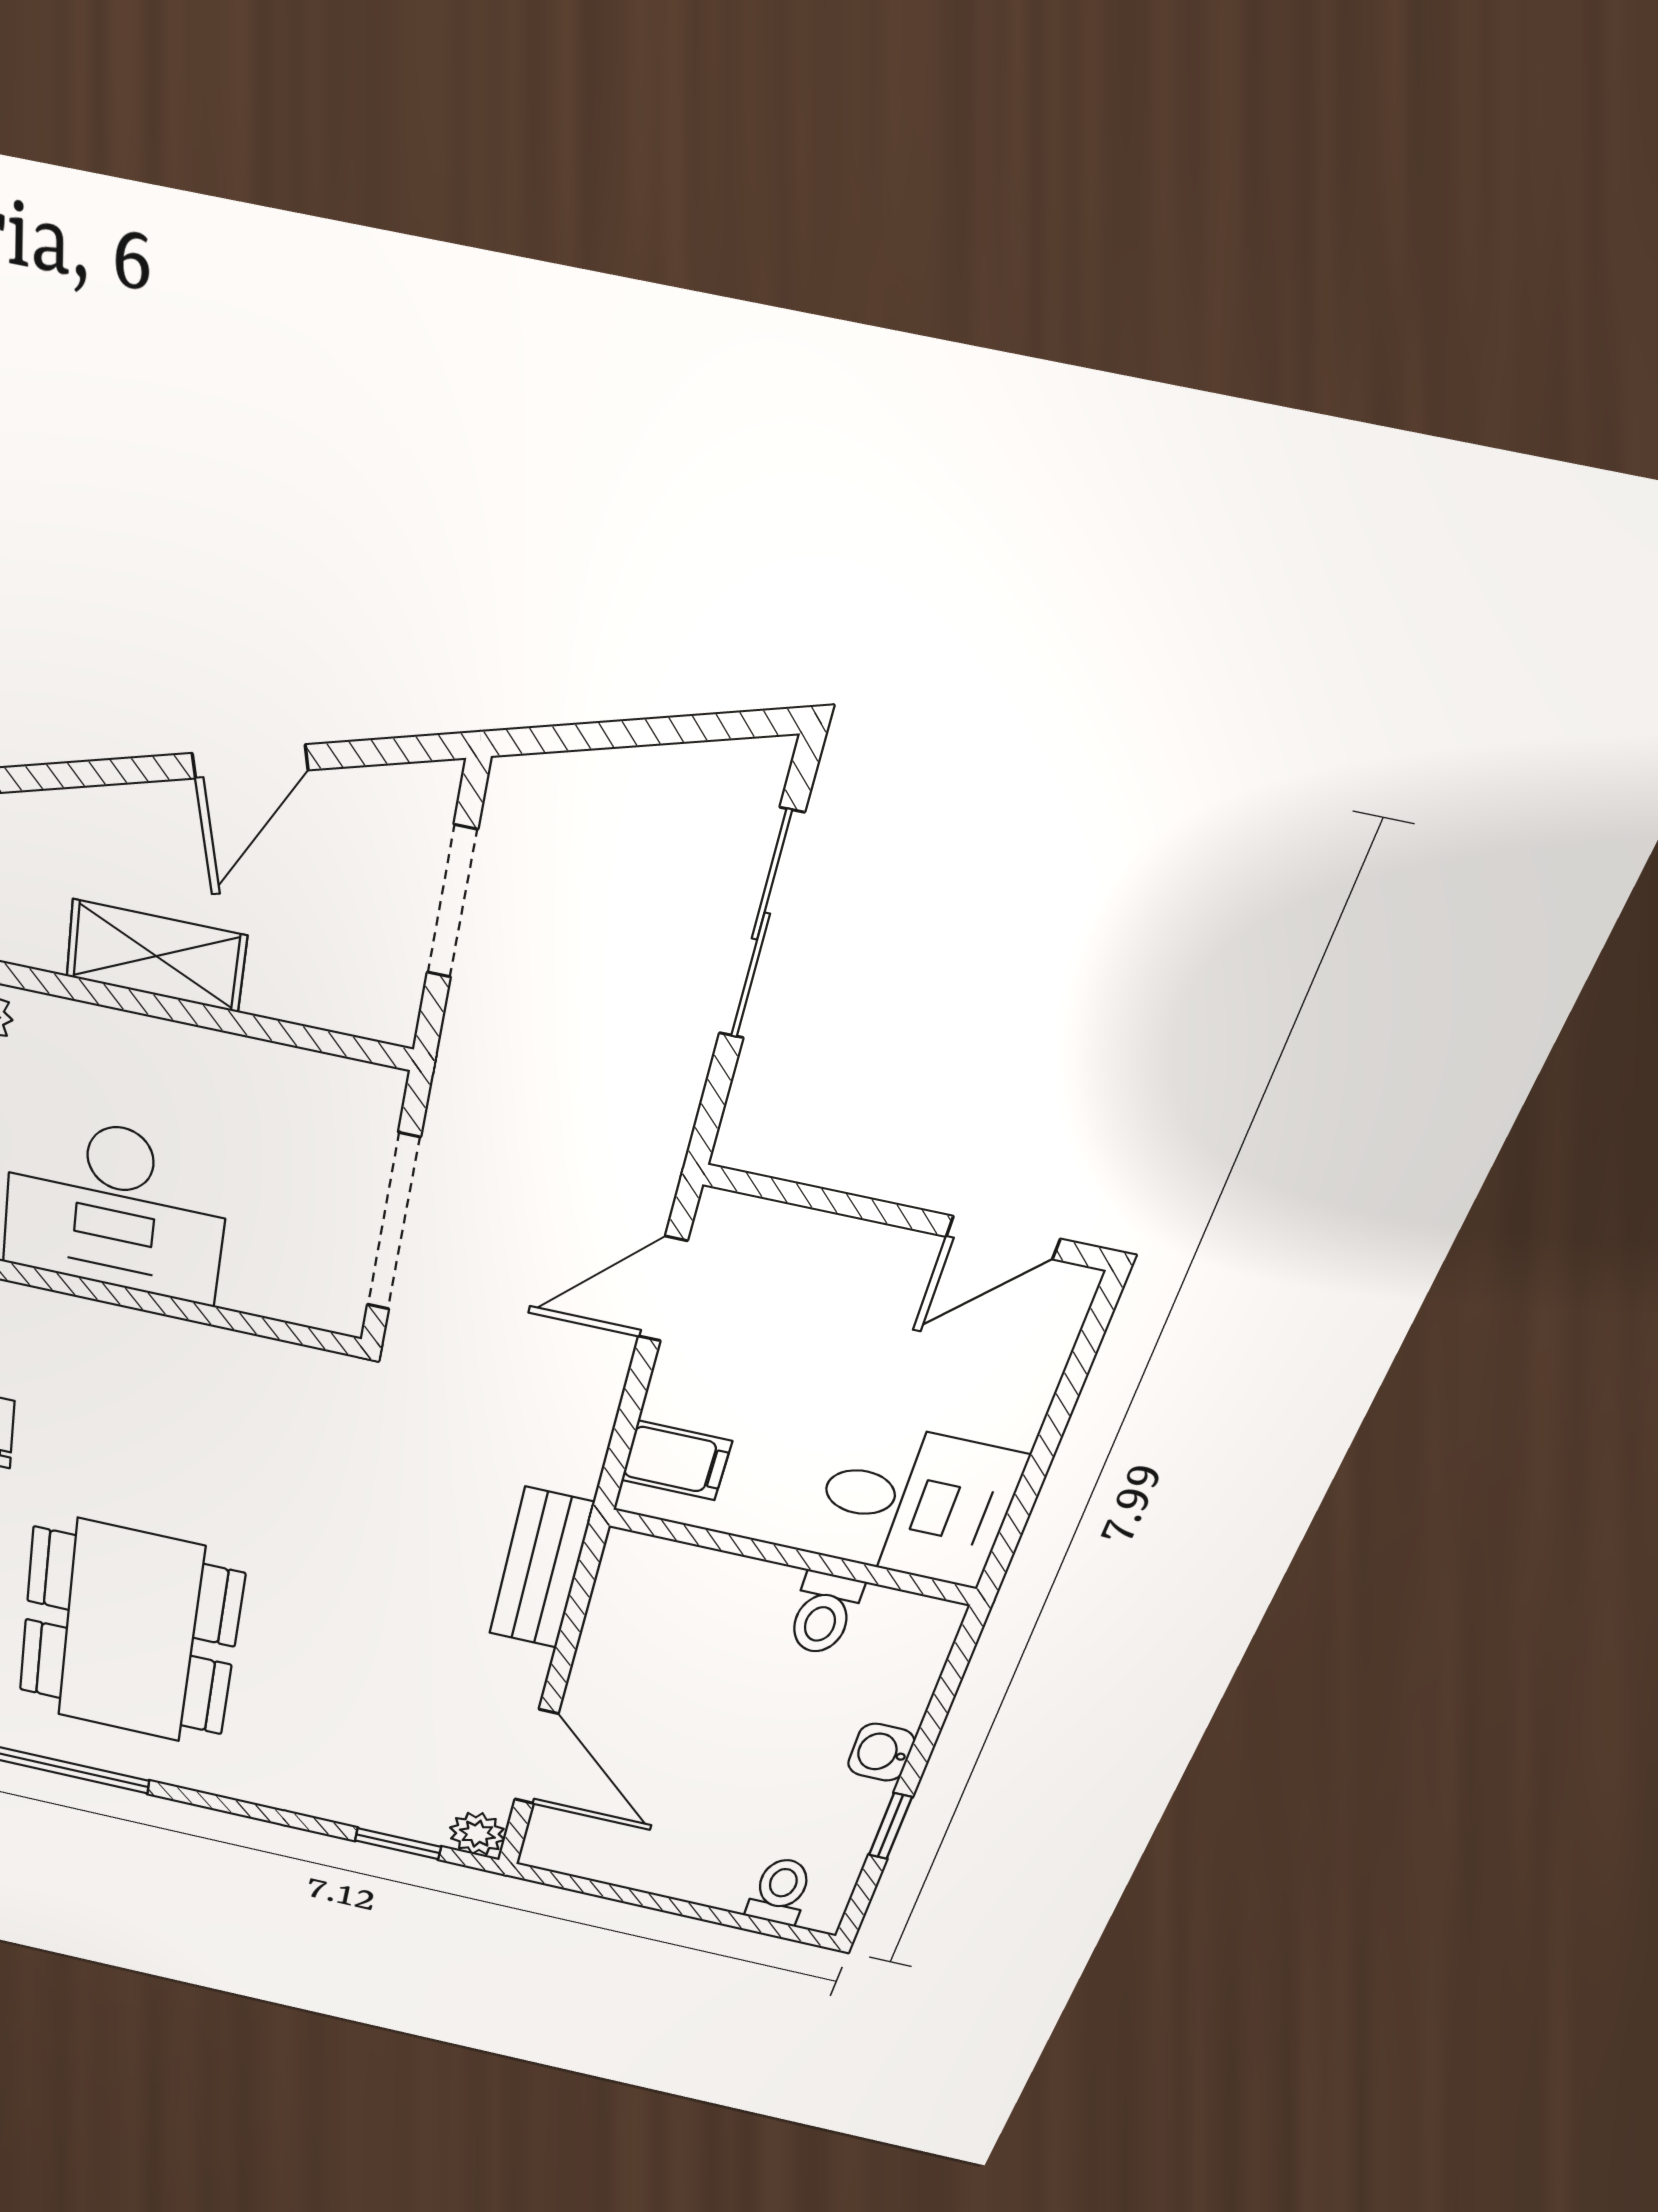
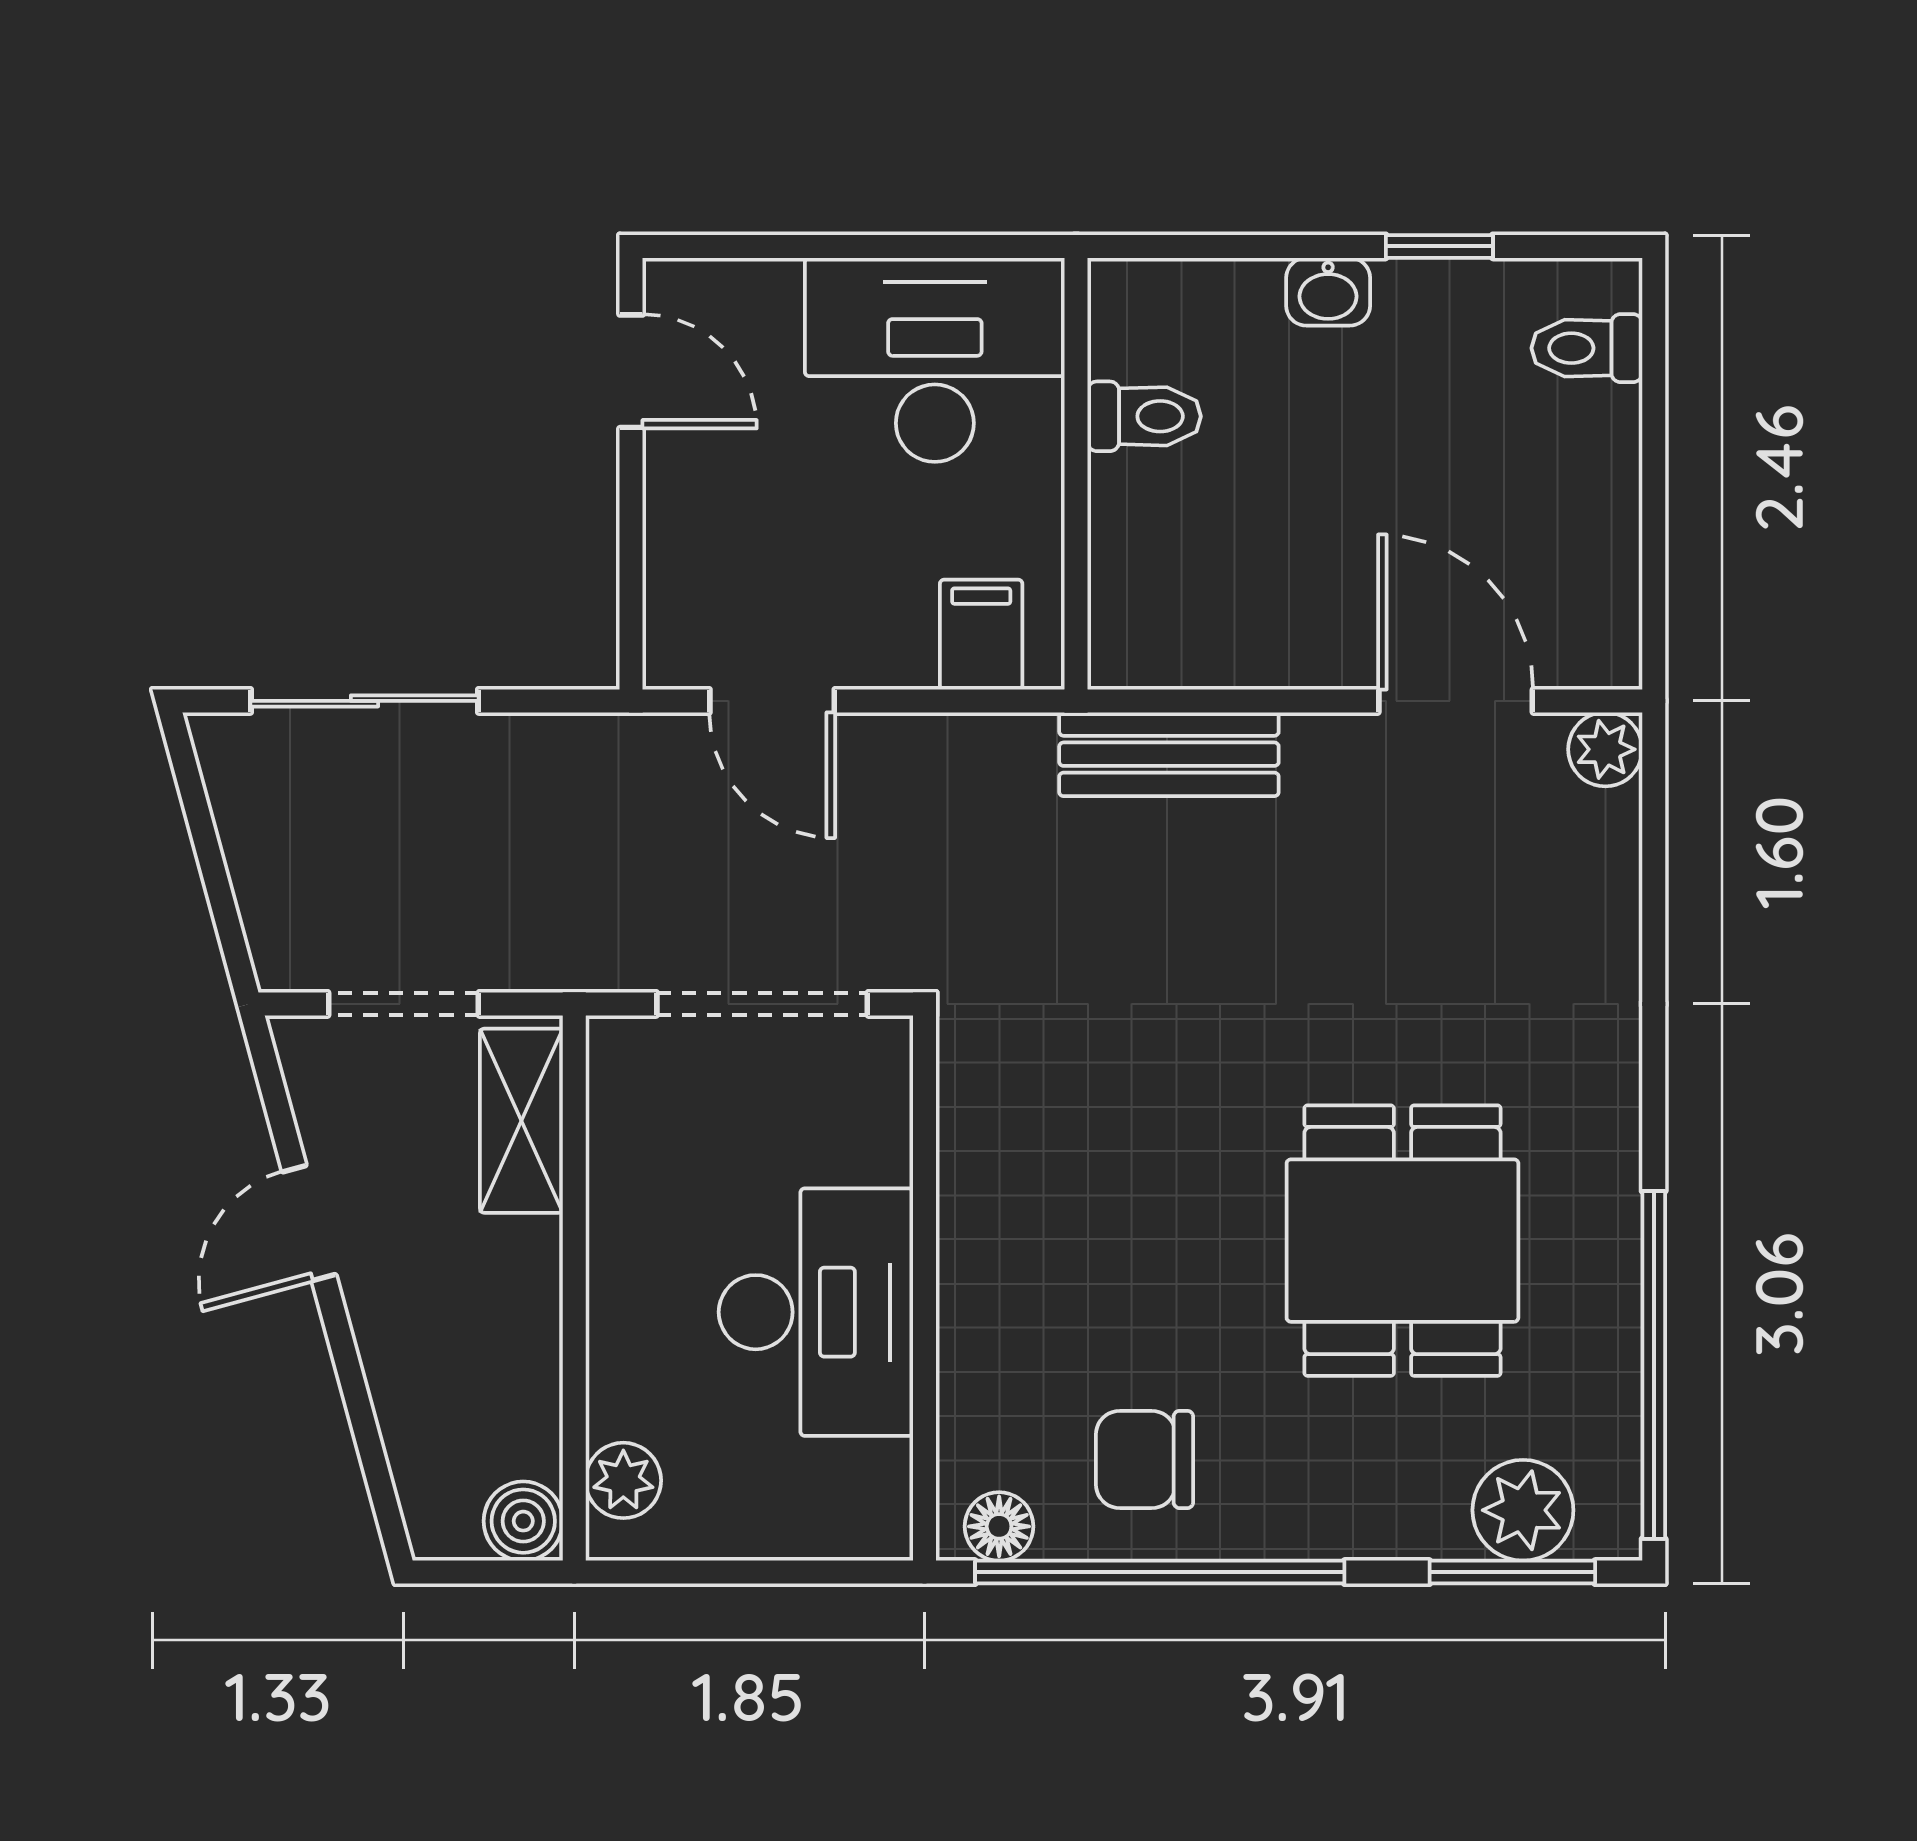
door: (250, 762) -> (309, 1223), swing flipped
shelving: (156, 956) -> (521, 1121), moved
desk: (915, 1504) -> (935, 360), width x1.37
dining table: (130, 1633) -> (1402, 1241), width x0.73
door: (536, 1757) -> (1456, 701), hinge flipped
window: (398, 1844) -> (1654, 848), removed

